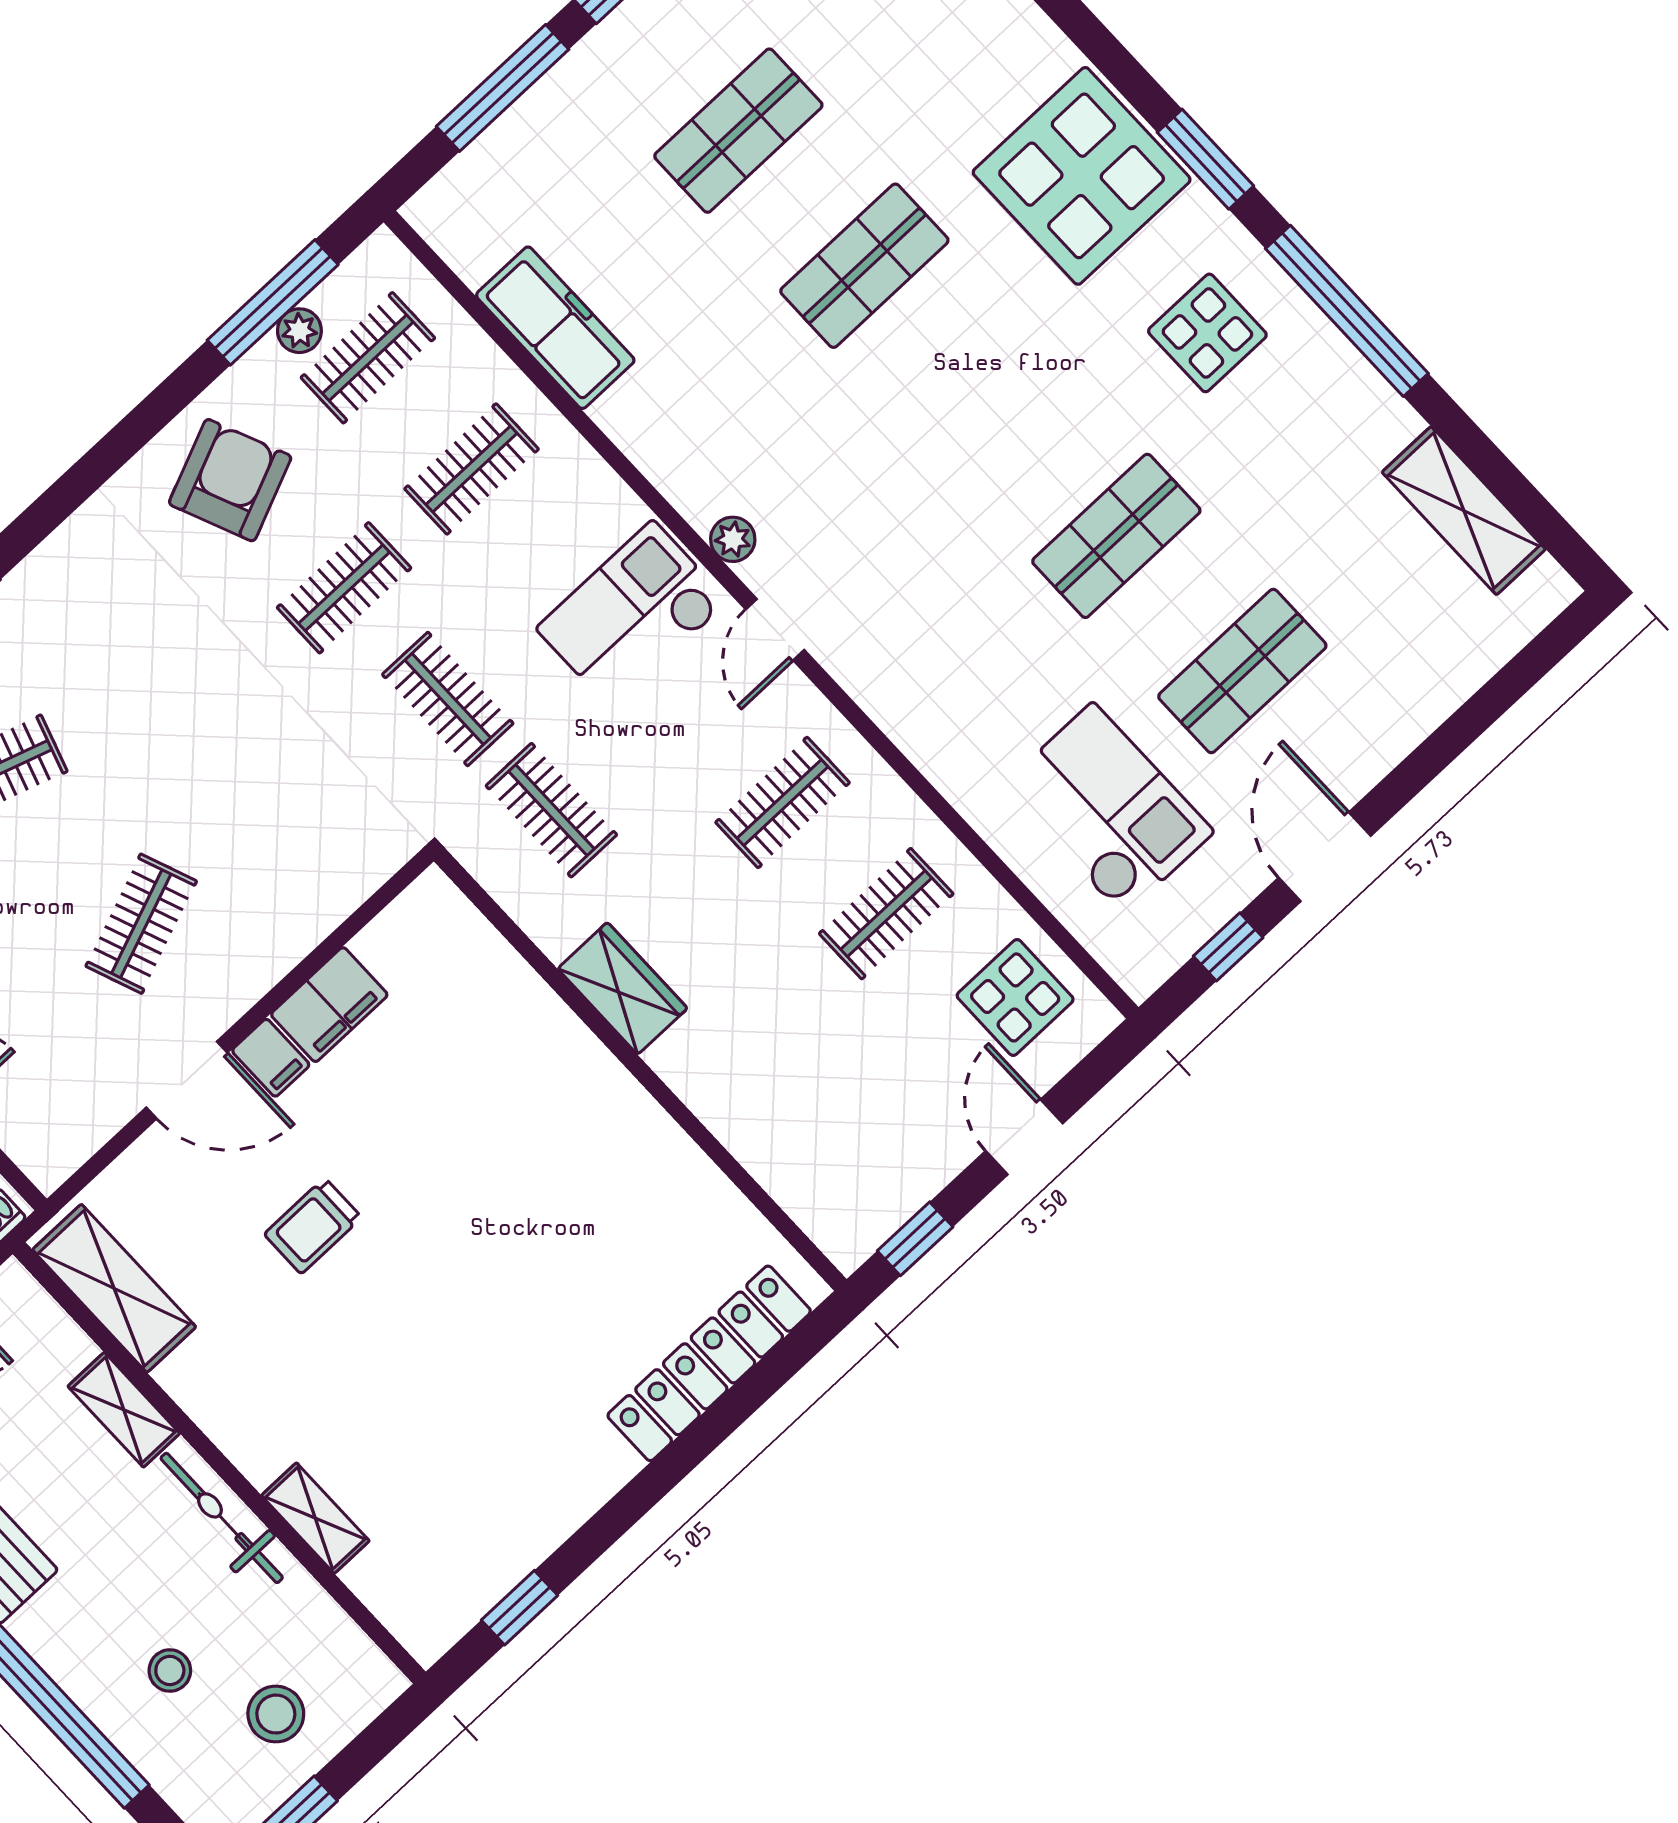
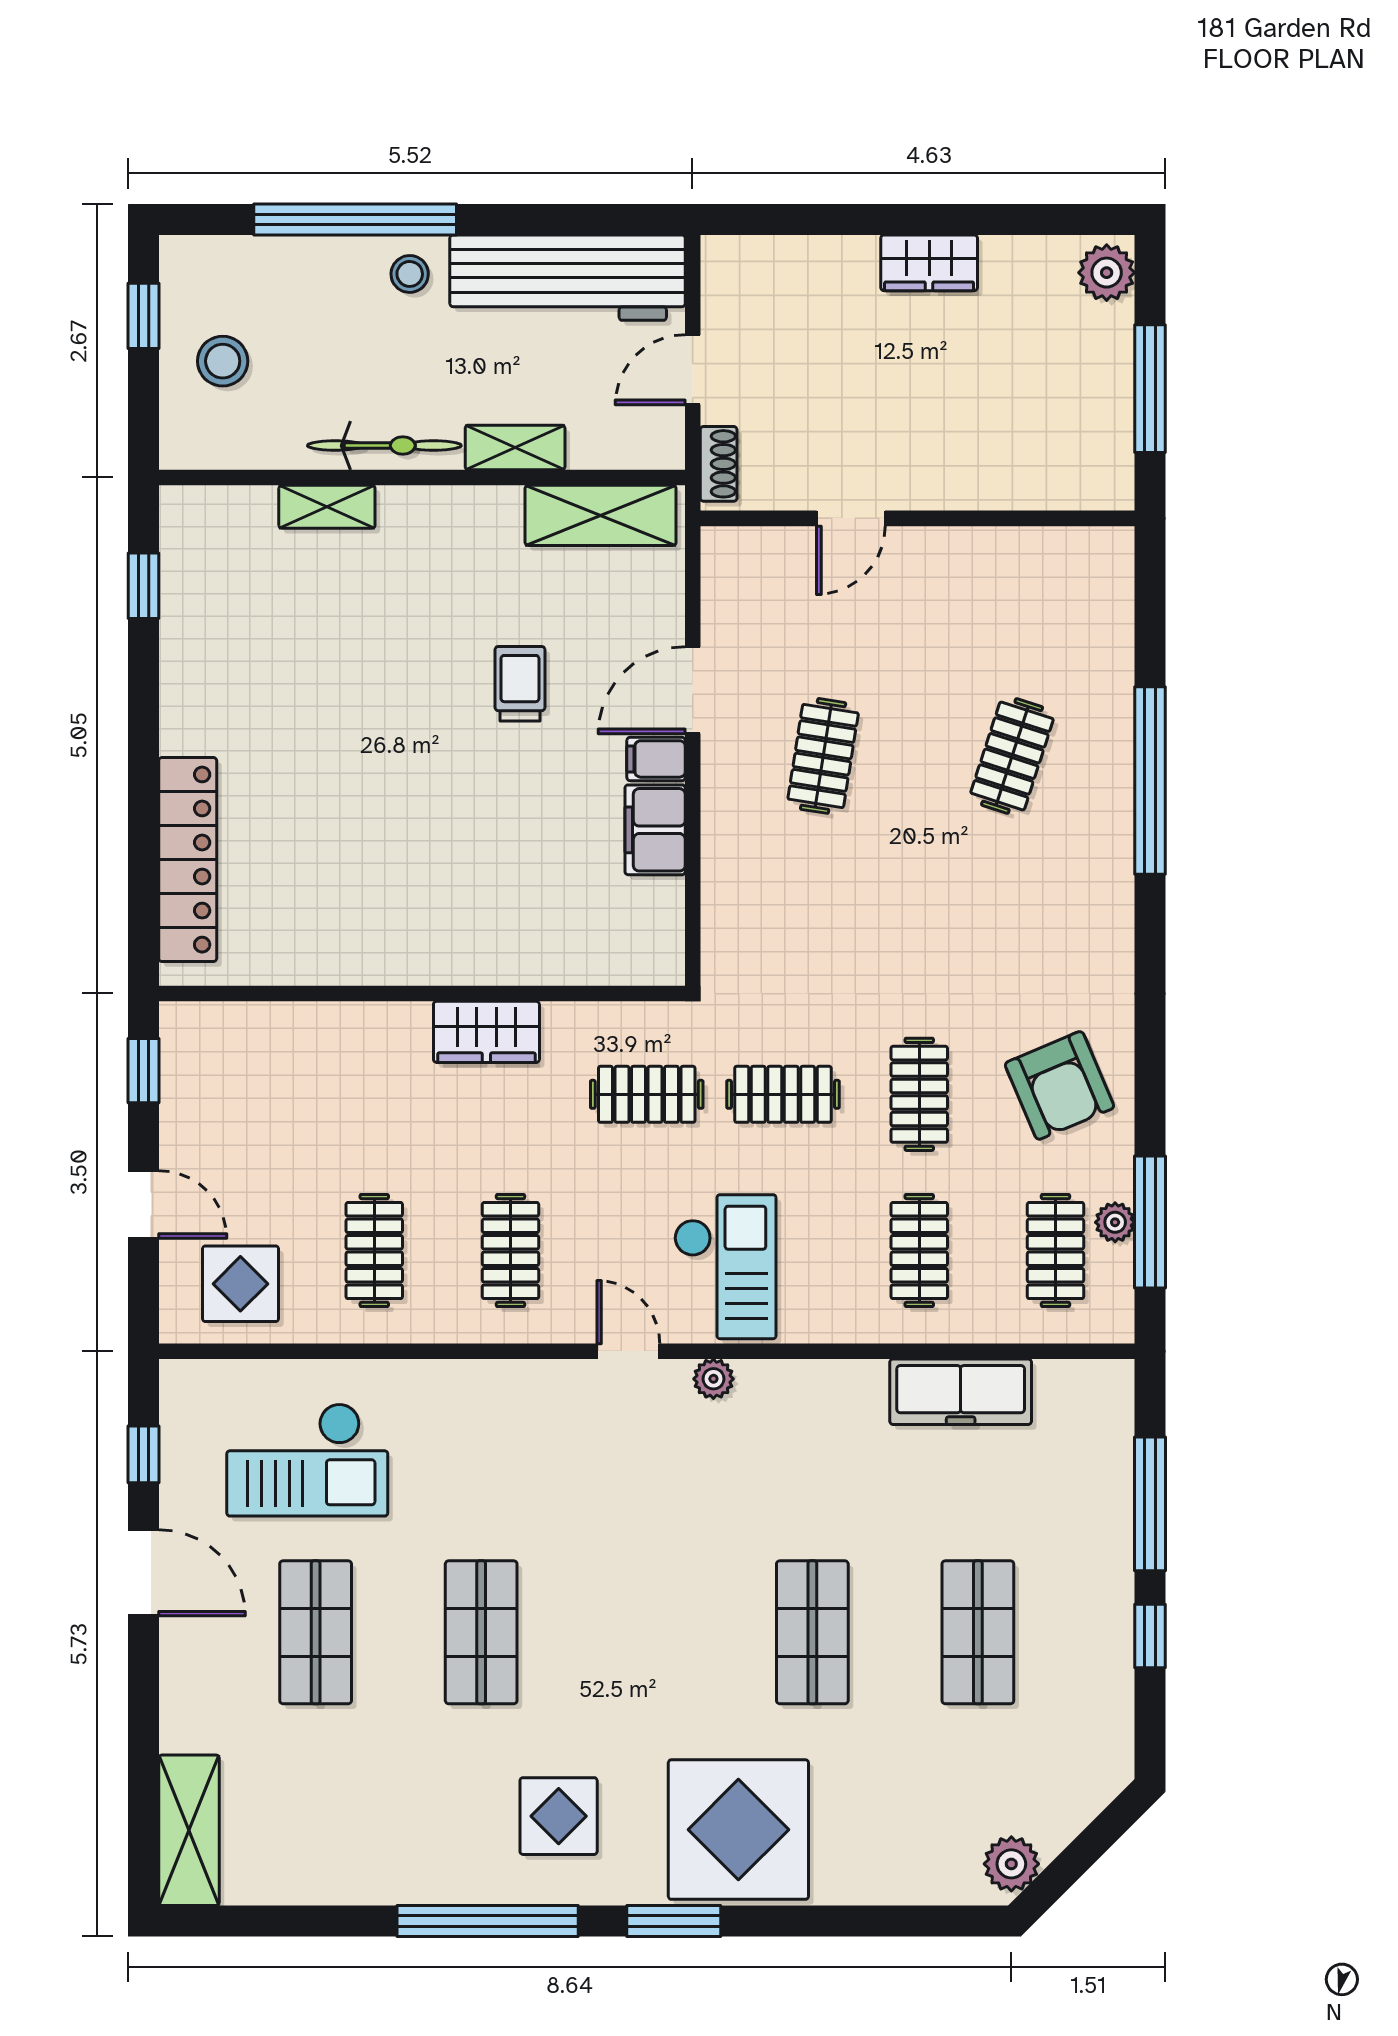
shelving: (1464, 511) -> (189, 1830), moved, turned 90
clothes rail: (141, 924) -> (823, 756), turned 30
stool: (170, 1671) -> (410, 274), moved

